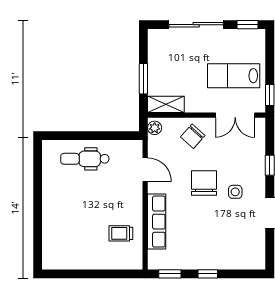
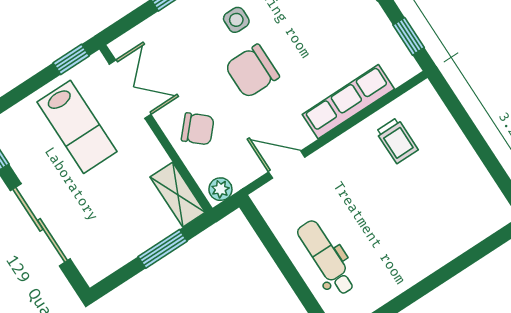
dental chair: (85, 159) -> (326, 258), turned 180
door: (145, 170) -> (287, 165), hinge flipped

